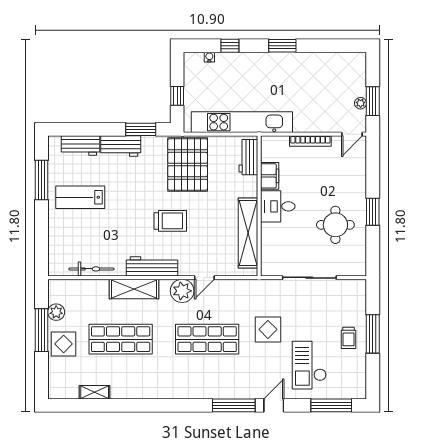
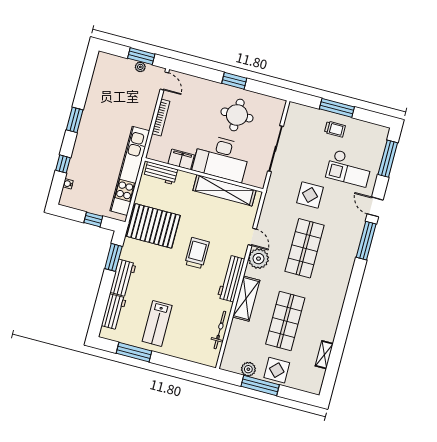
desk: (278, 206) -> (221, 158), width x1.87, depth x1.30

